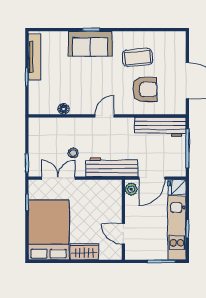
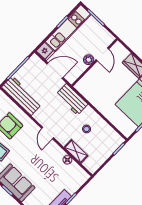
door: (105, 116) -> (48, 133), hinge flipped
shelving: (63, 124) -> (76, 152), added
workbench: (112, 167) -> (72, 99), width x0.73
double door: (58, 178) -> (109, 123), removed
plant: (131, 189) -> (89, 60), moved

